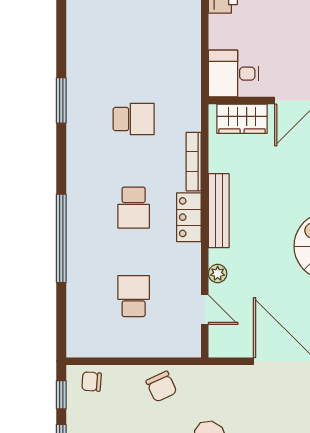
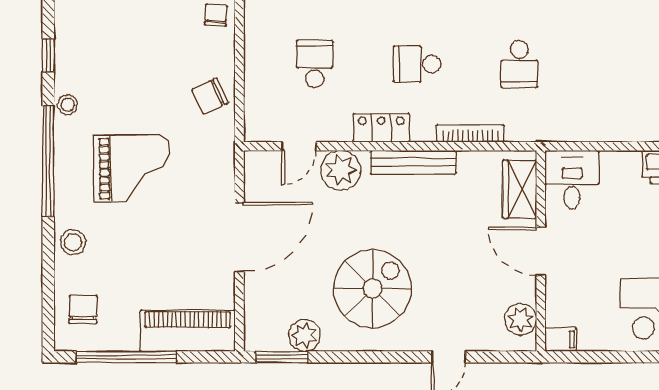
locker: (189, 217) -> (381, 128), moved
plant: (218, 274) -> (341, 170), width x1.87, depth x1.87
school desk: (134, 296) -> (315, 64), turned -90

